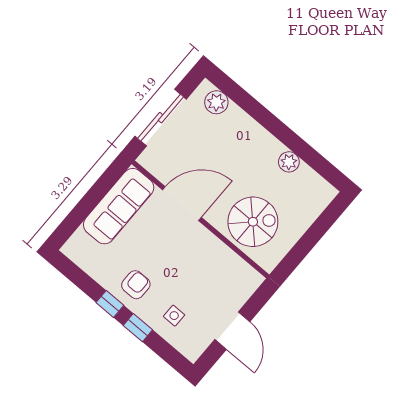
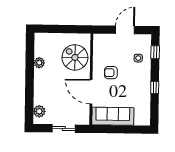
sliding door: (161, 118) -> (64, 129), width x0.73
armchair: (136, 285) -> (111, 73), moved
window: (138, 328) -> (155, 52), moved

